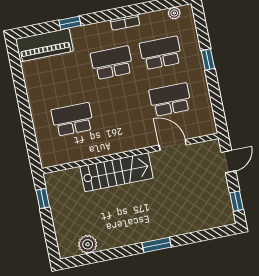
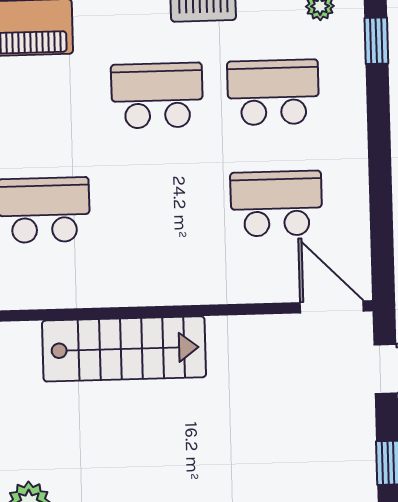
window: (208, 59) -> (376, 41), moved
door: (173, 145) -> (332, 307), moved

